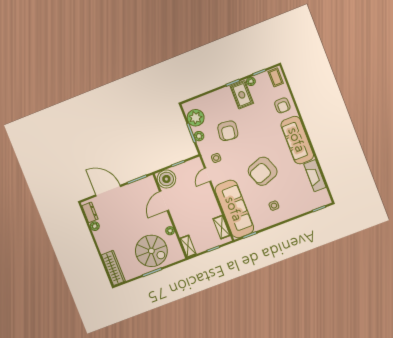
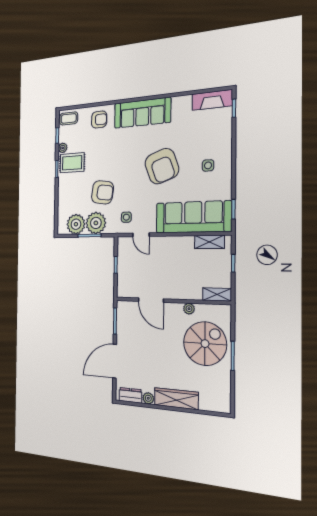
plant: (199, 136) -> (96, 223), width x1.88, depth x1.88
fireplace: (315, 176) -> (212, 100), moved
boiler: (166, 179) -> (127, 286), removed
wardrobe: (113, 268) -> (176, 399), moved

